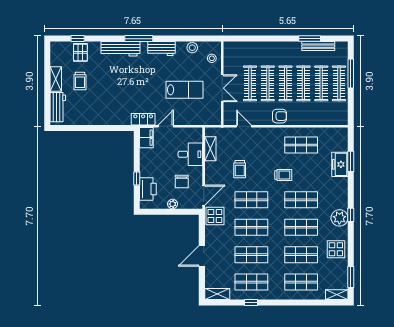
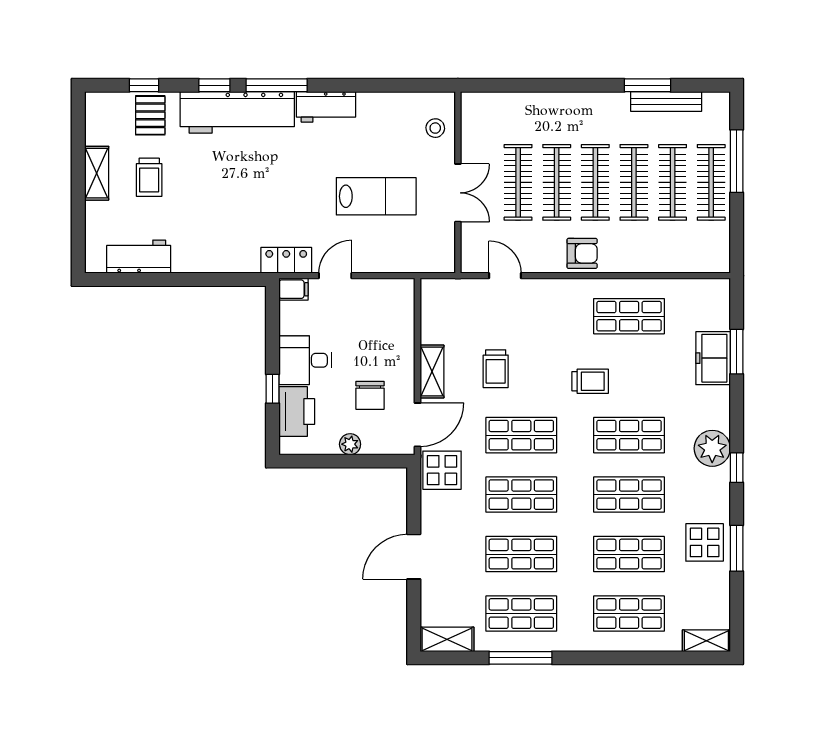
window: (110, 39) -> (214, 85), added
stool: (192, 48) -> (393, 105), removed
workbench: (121, 49) -> (237, 112), width x1.36, depth x1.32
workbench: (58, 107) -> (139, 257), moved, turned -90
filing cabinet: (146, 138) -> (293, 289), width x0.50
shelving: (210, 149) -> (432, 371), moved
desk: (190, 154) -> (305, 360), moved, turned 180
plant: (339, 218) -> (712, 448), moved
window: (351, 277) -> (737, 548), moved
window: (251, 302) -> (520, 658), width x2.17

